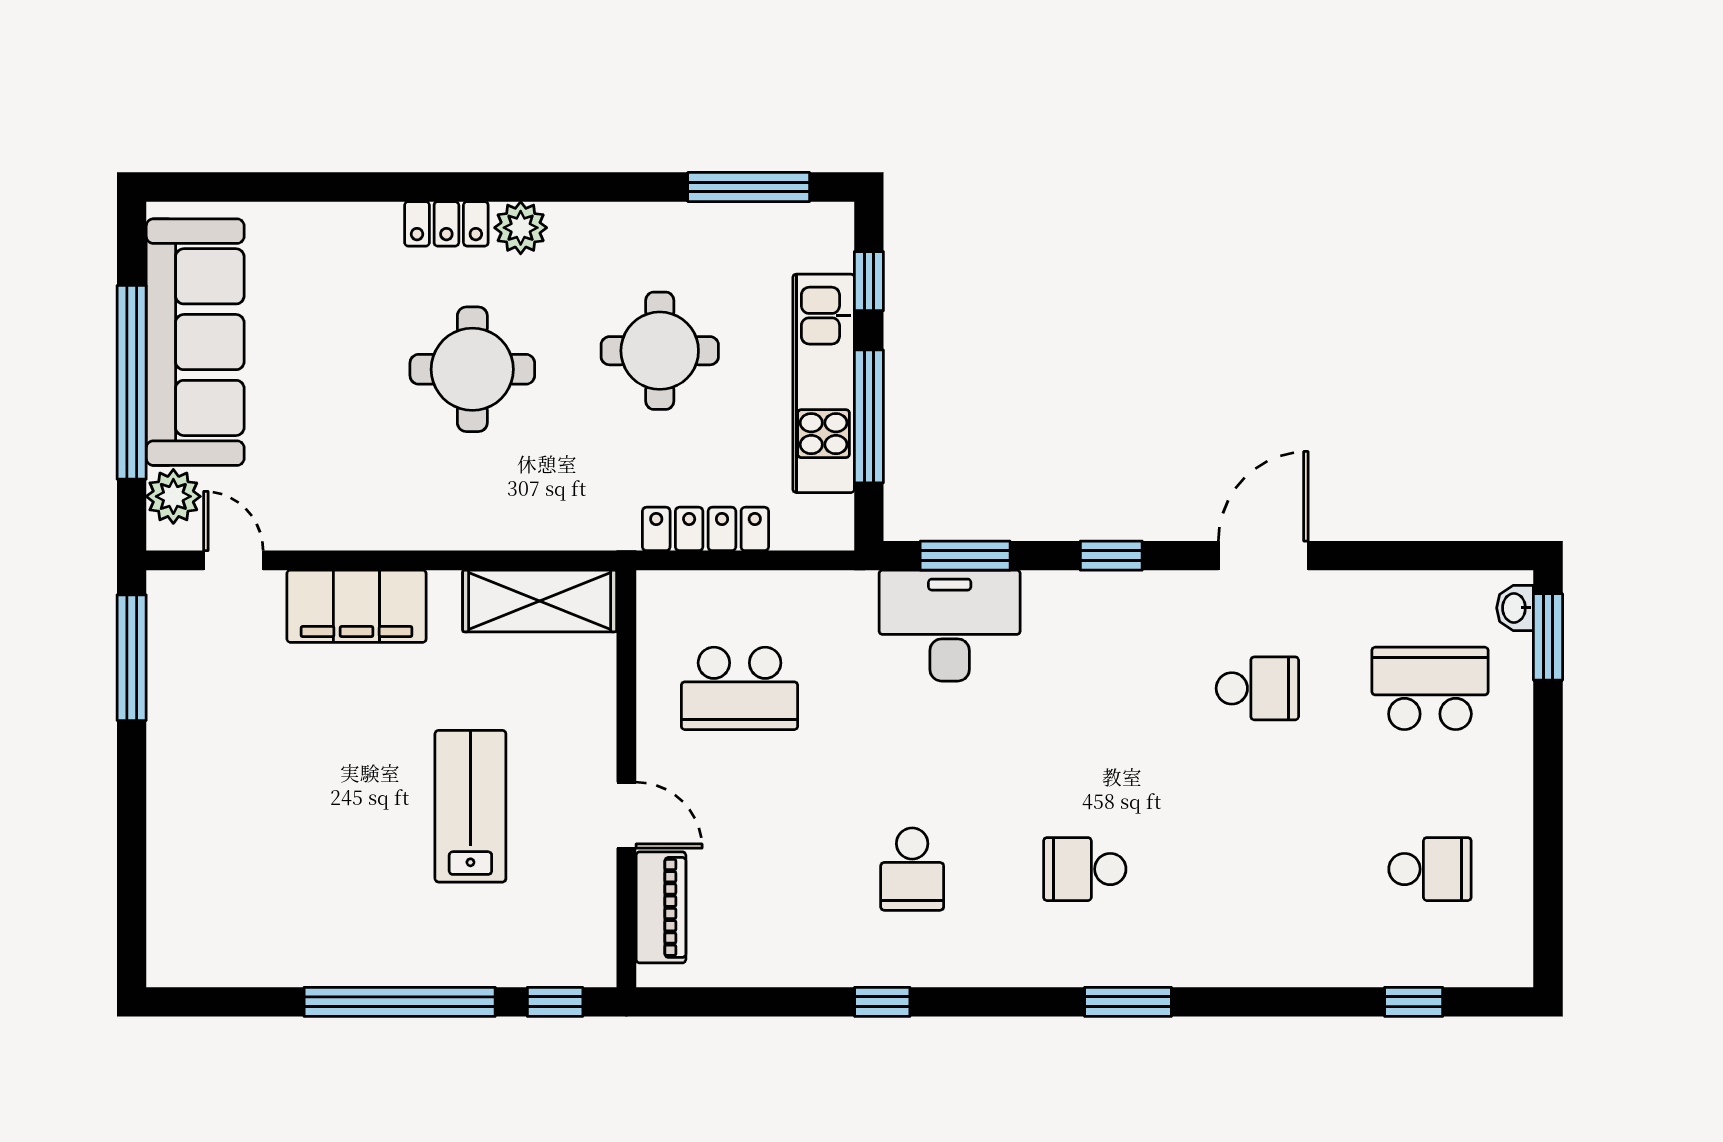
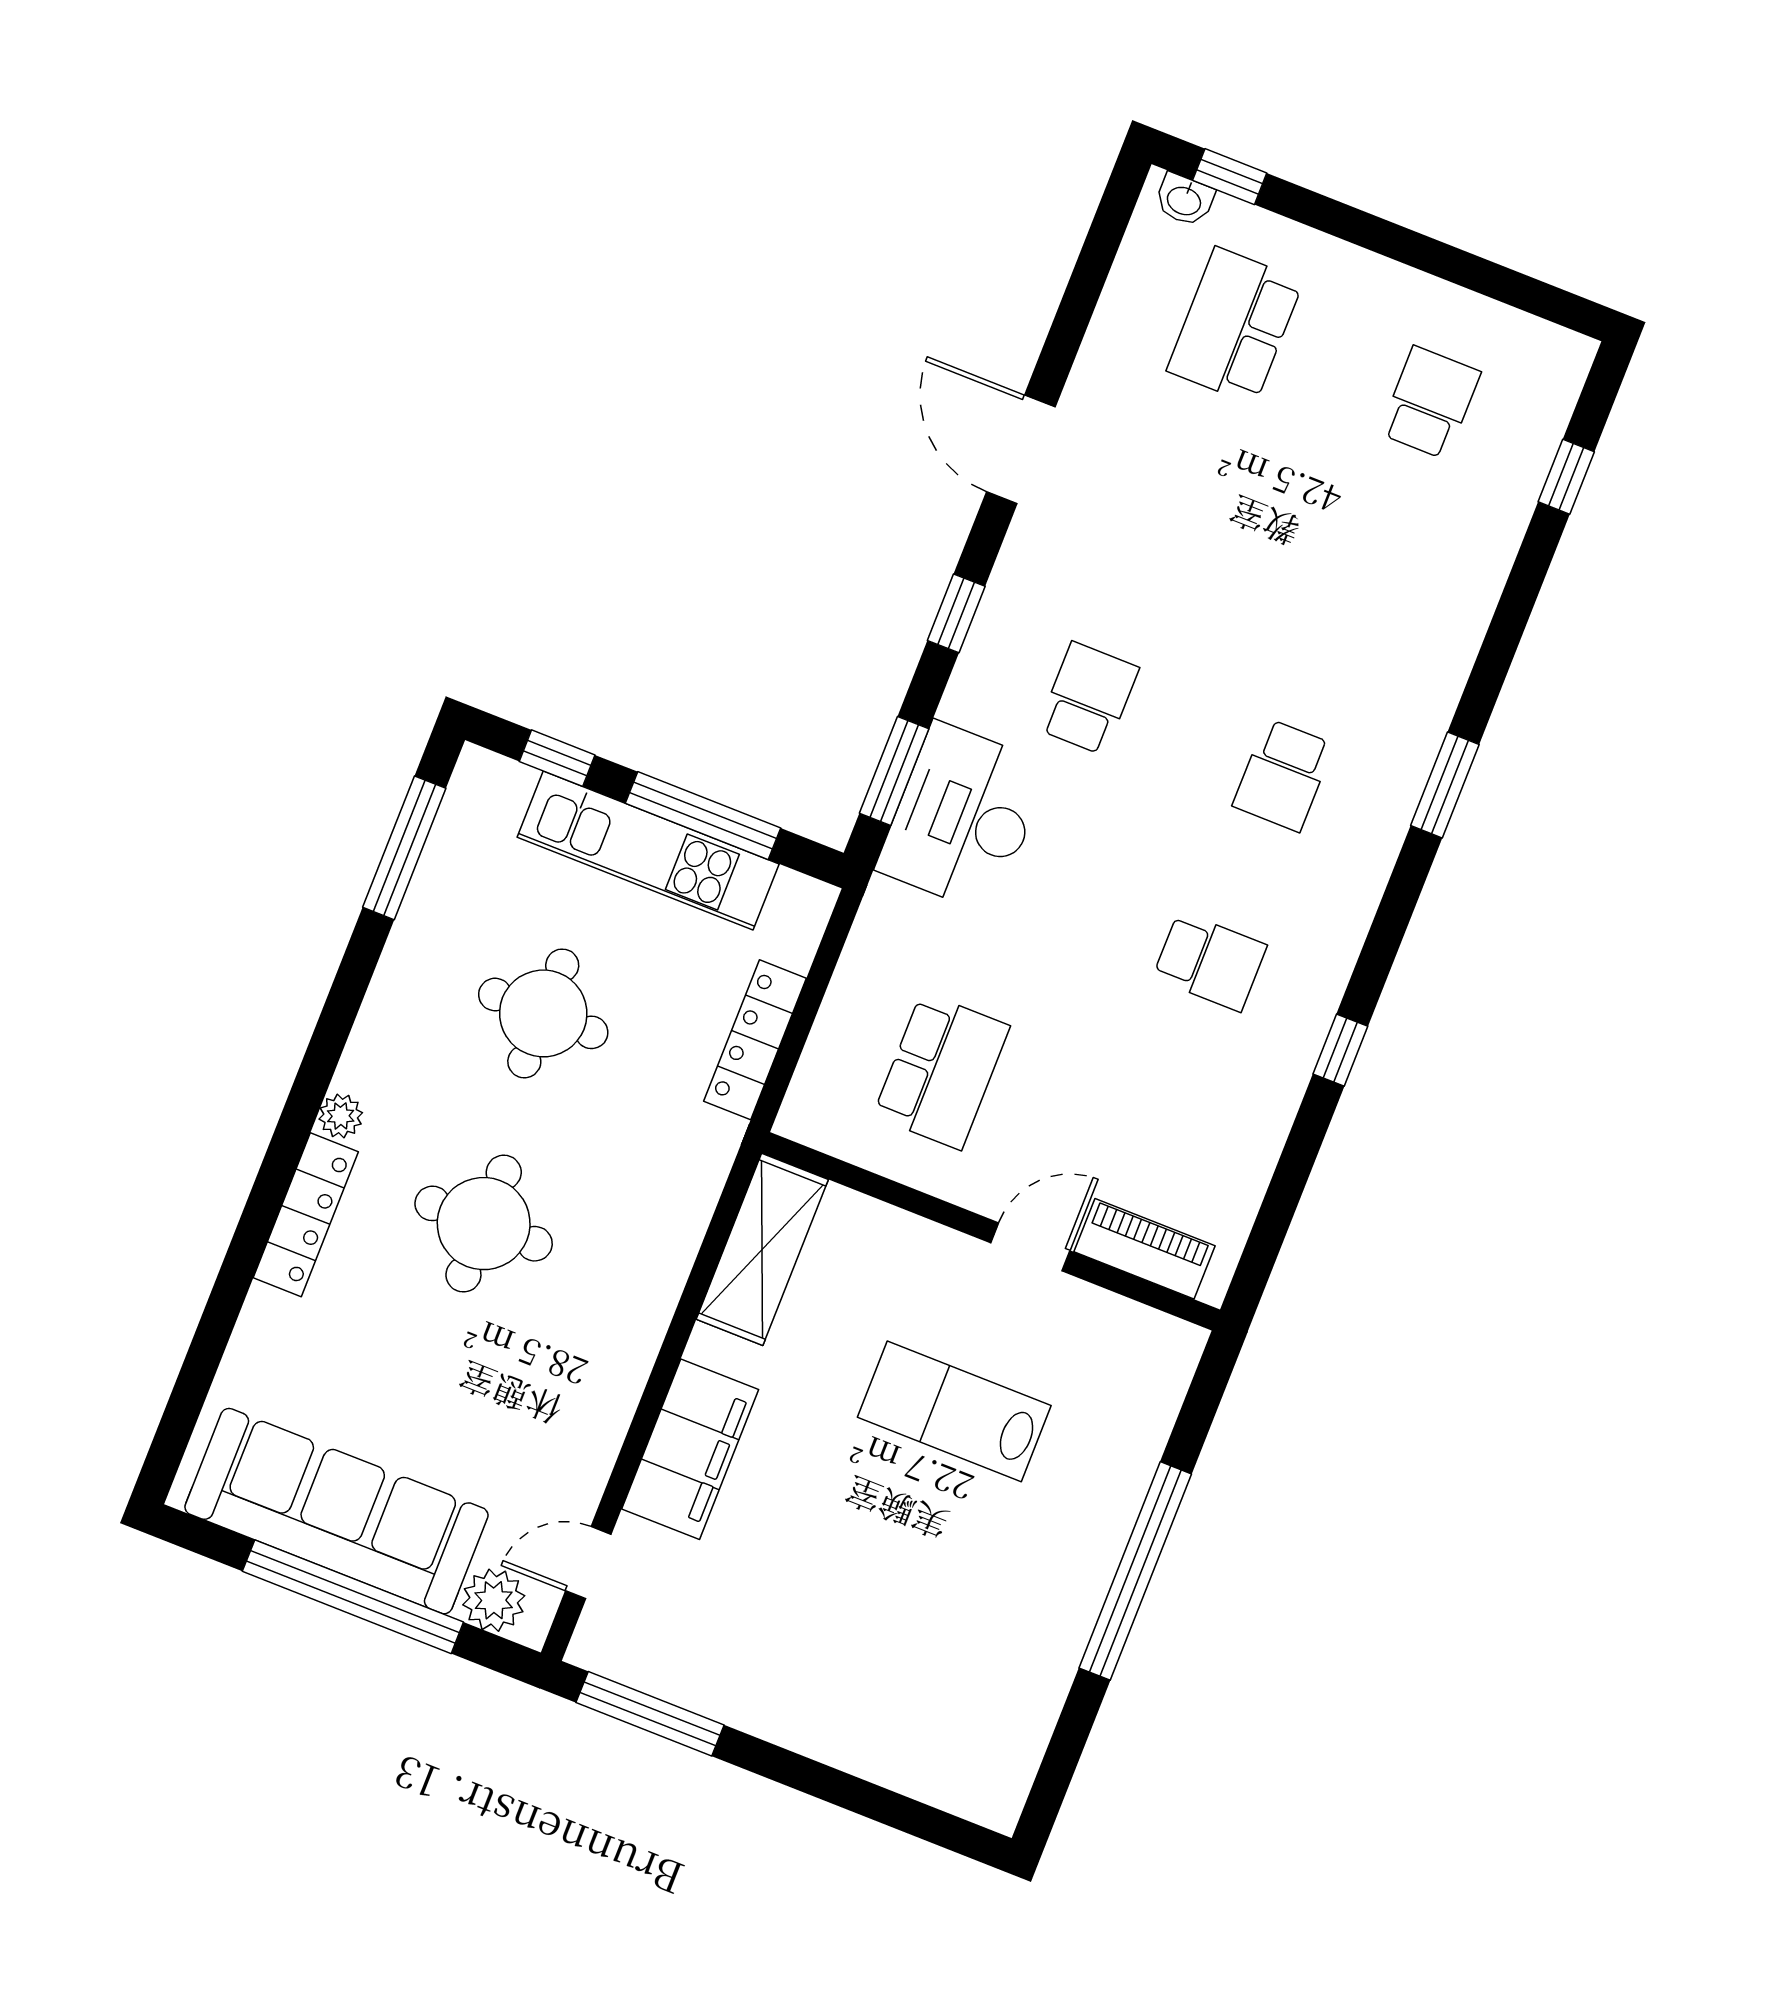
locker: (446, 224) -> (306, 1215), width x1.53
plant: (521, 228) -> (341, 1116), width x0.73, depth x0.73
window: (1548, 637) -> (1230, 177), width x0.67
school desk: (1257, 688) -> (1088, 698), moved
window: (555, 1002) -> (1201, 1403), removed

